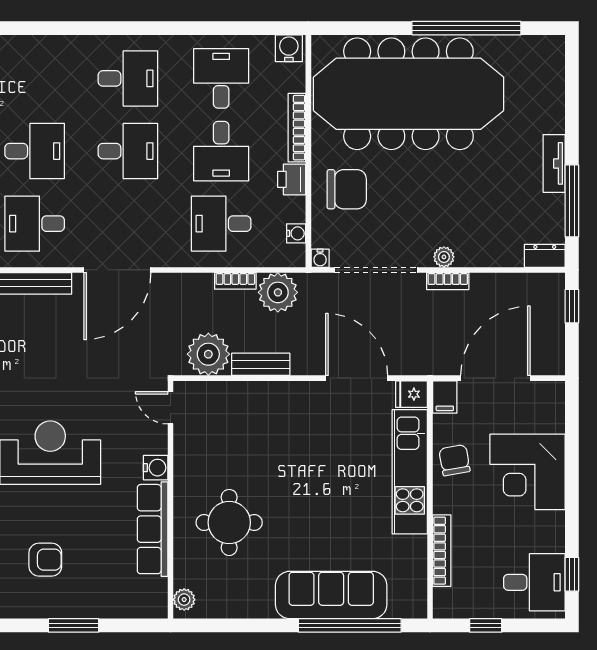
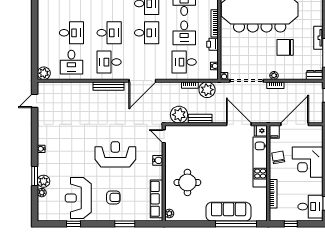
chair: (347, 189) -> (285, 47), moved, turned 180
row of seats: (153, 529) -> (157, 199), moved

